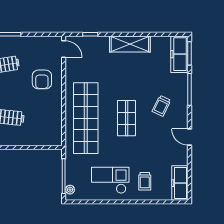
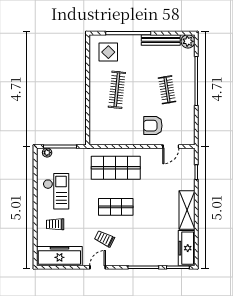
door: (64, 49) -> (171, 147), moved
freezer: (179, 54) -> (187, 248), moved, turned -90
trolley: (161, 106) -> (104, 239), moved
shop shelf: (86, 118) -> (116, 168), width x0.71
freezer: (180, 183) -> (59, 256), width x1.36, depth x1.26

